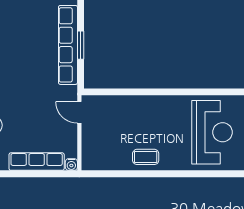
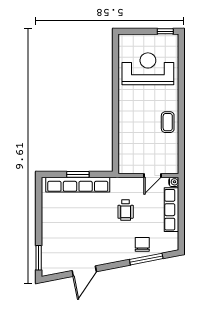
wheelchair: (36, 104) -> (126, 210), added
door: (79, 112) -> (152, 175), moved

